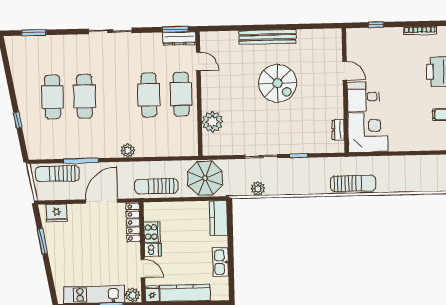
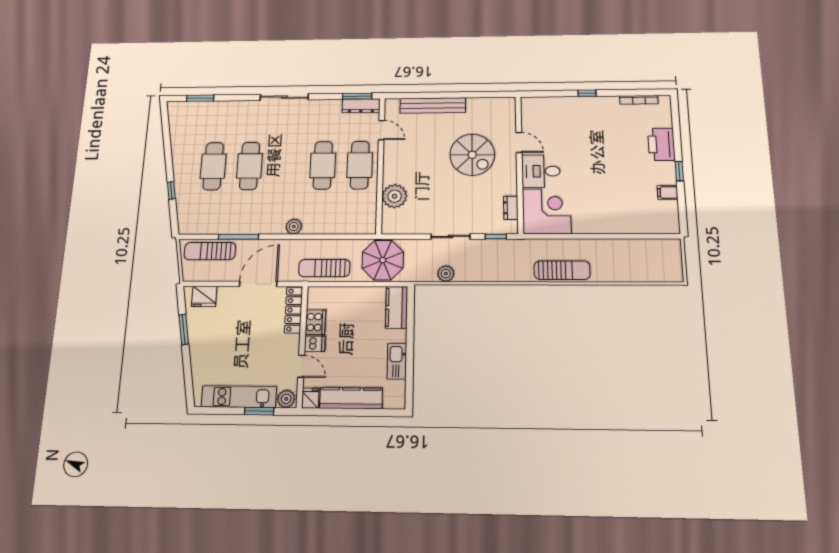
bench: (267, 37) -> (433, 106), moved
door: (345, 71) -> (519, 142), moved
wall: (345, 90) -> (519, 164), moved
desk: (363, 97) -> (541, 171), moved
dresser: (338, 130) -> (511, 208), moved
corner desk: (368, 132) -> (547, 211), moved

